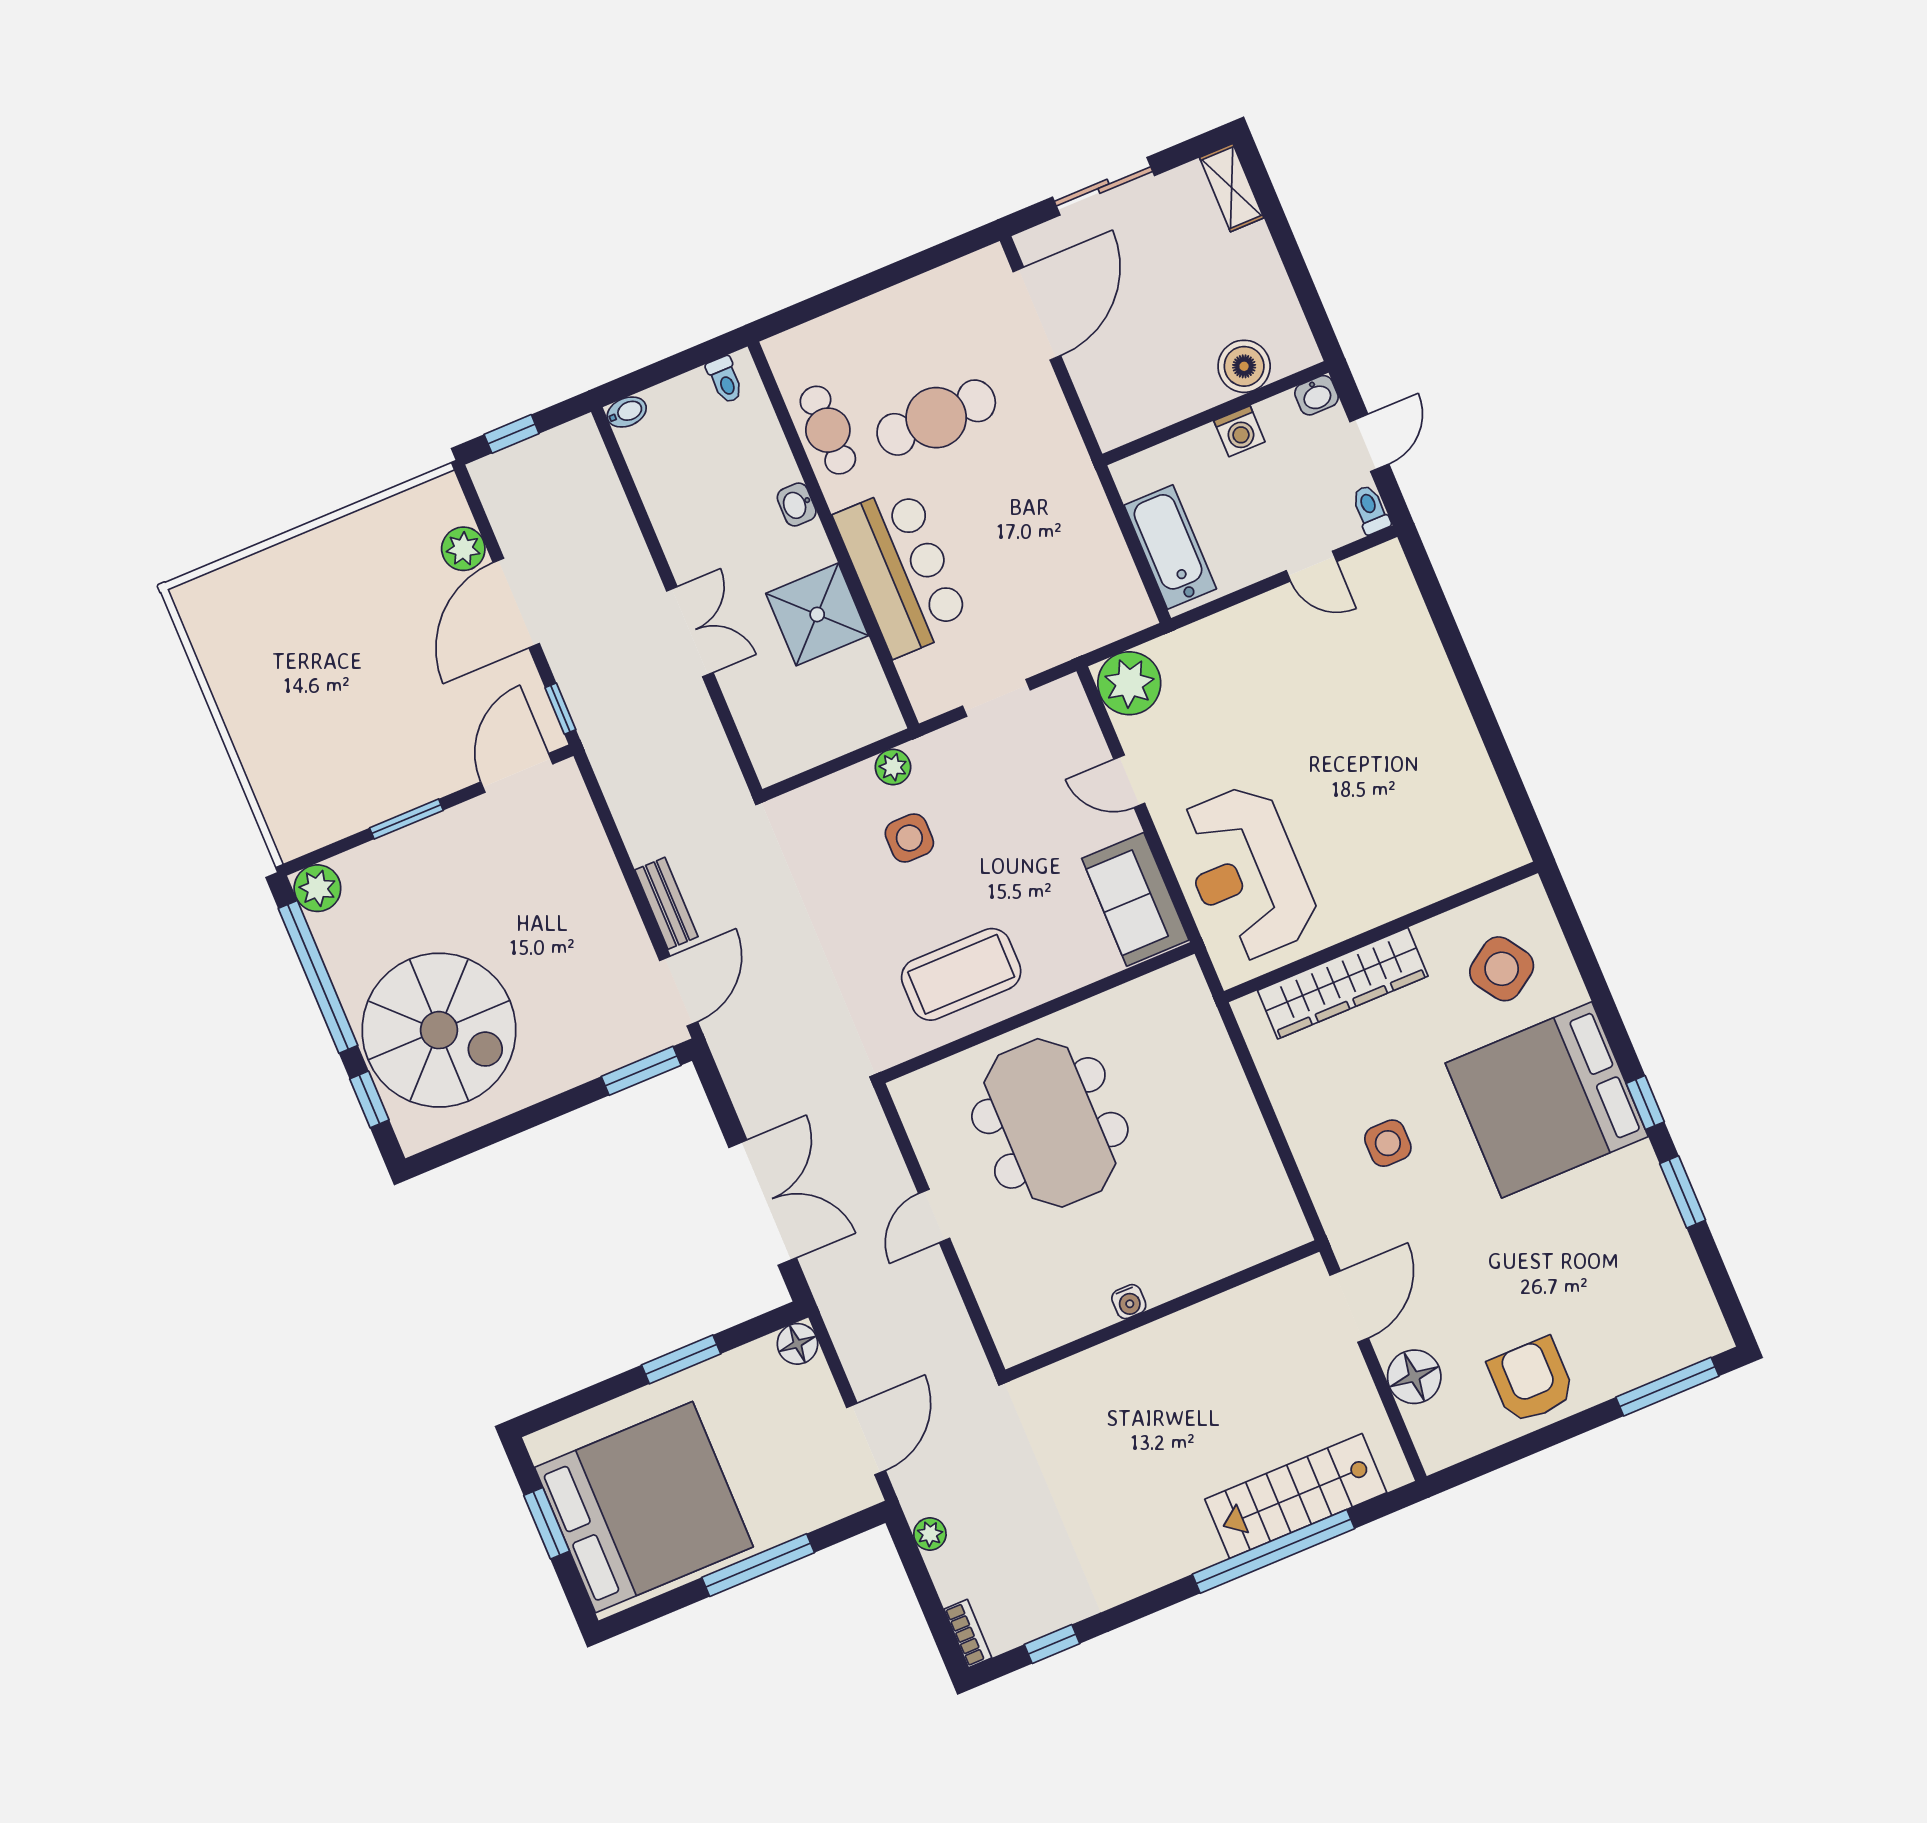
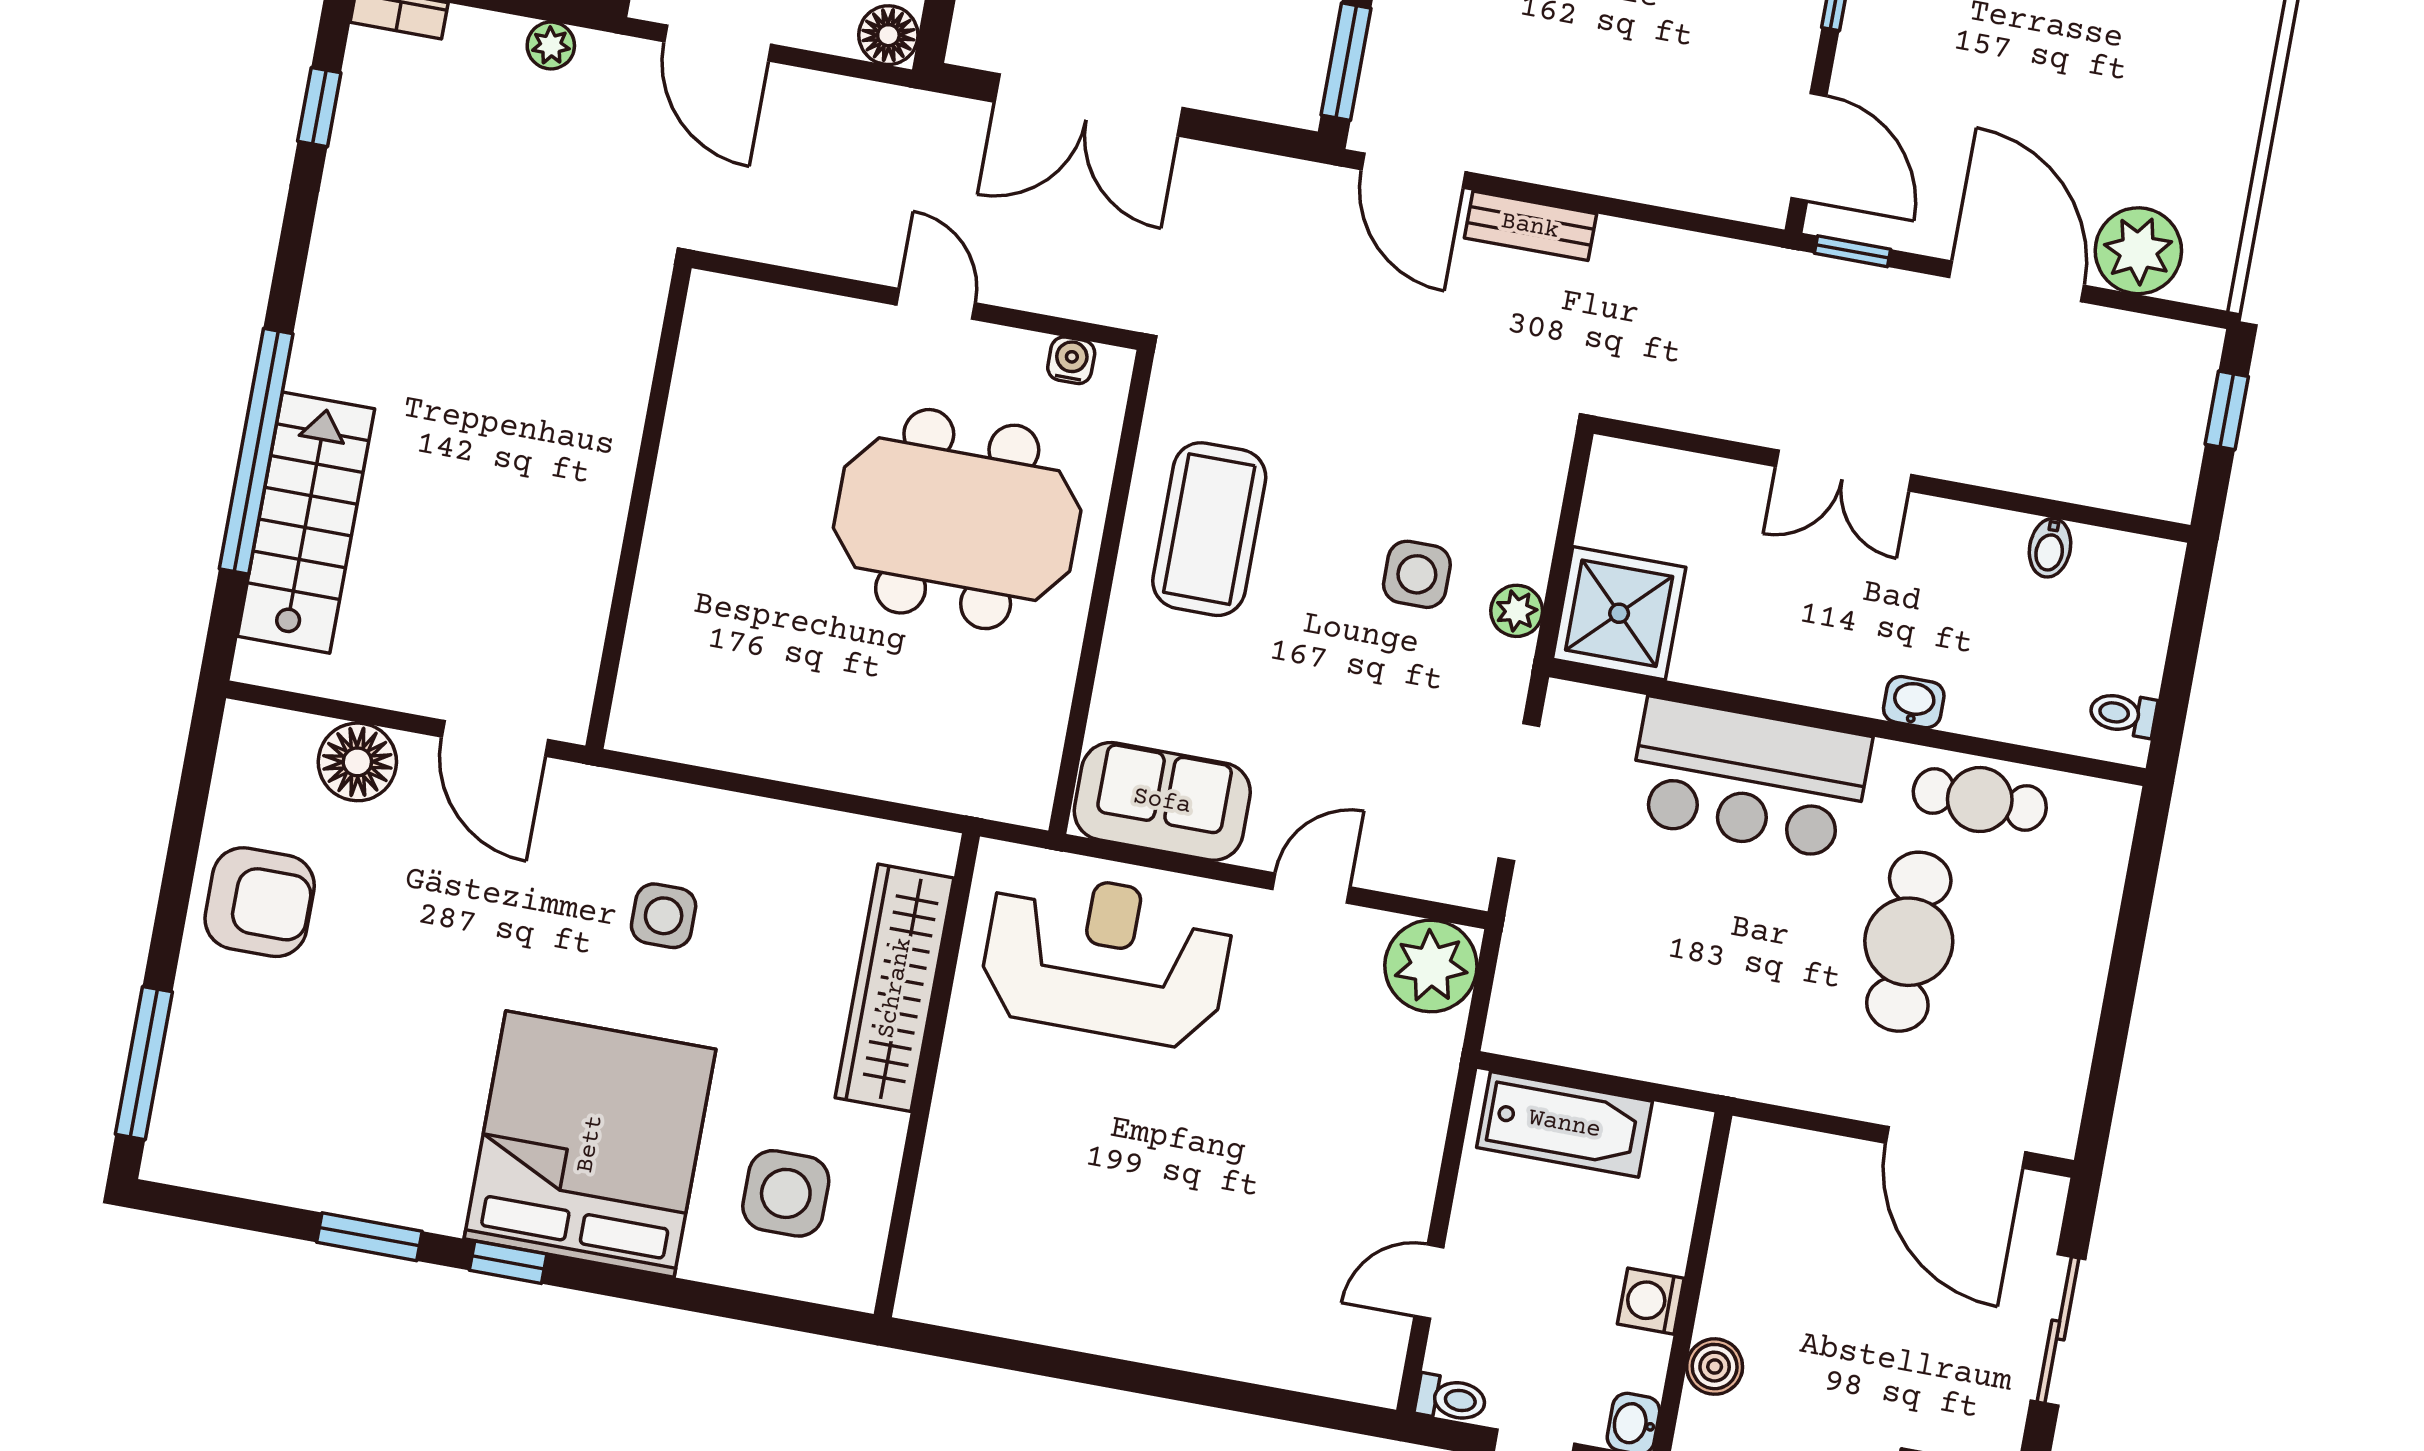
boiler: (1244, 366) -> (1715, 1367), width x0.73, depth x0.73
bidet: (627, 412) -> (2050, 548), moved
plant: (463, 549) -> (2138, 251), width x1.36, depth x1.36
shower: (817, 614) -> (1619, 613), moved
doorway: (996, 698) -> (1519, 792), width x1.38
side table: (1502, 969) -> (786, 1193), turned 34
water cooler: (1129, 1302) -> (1071, 360), moved, turned 90

